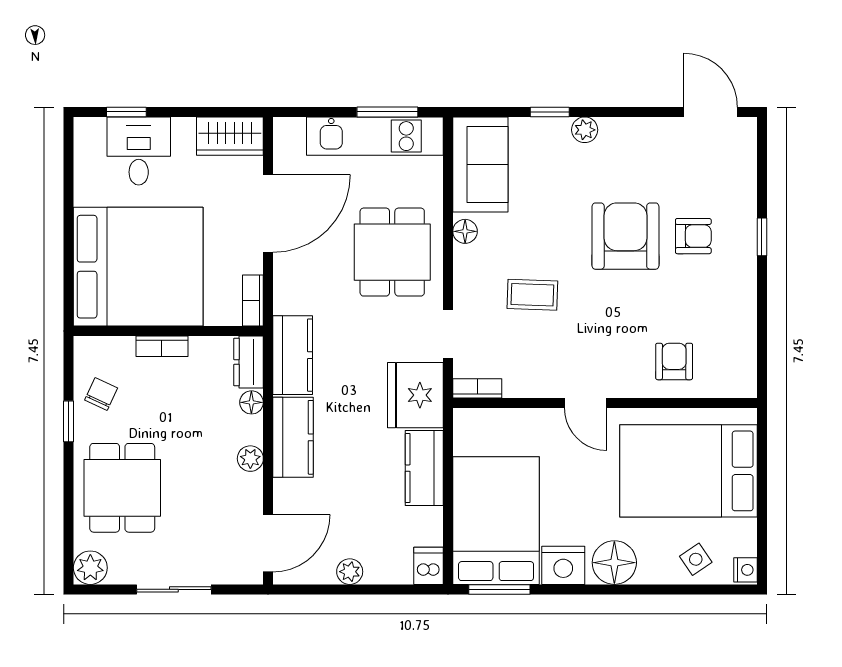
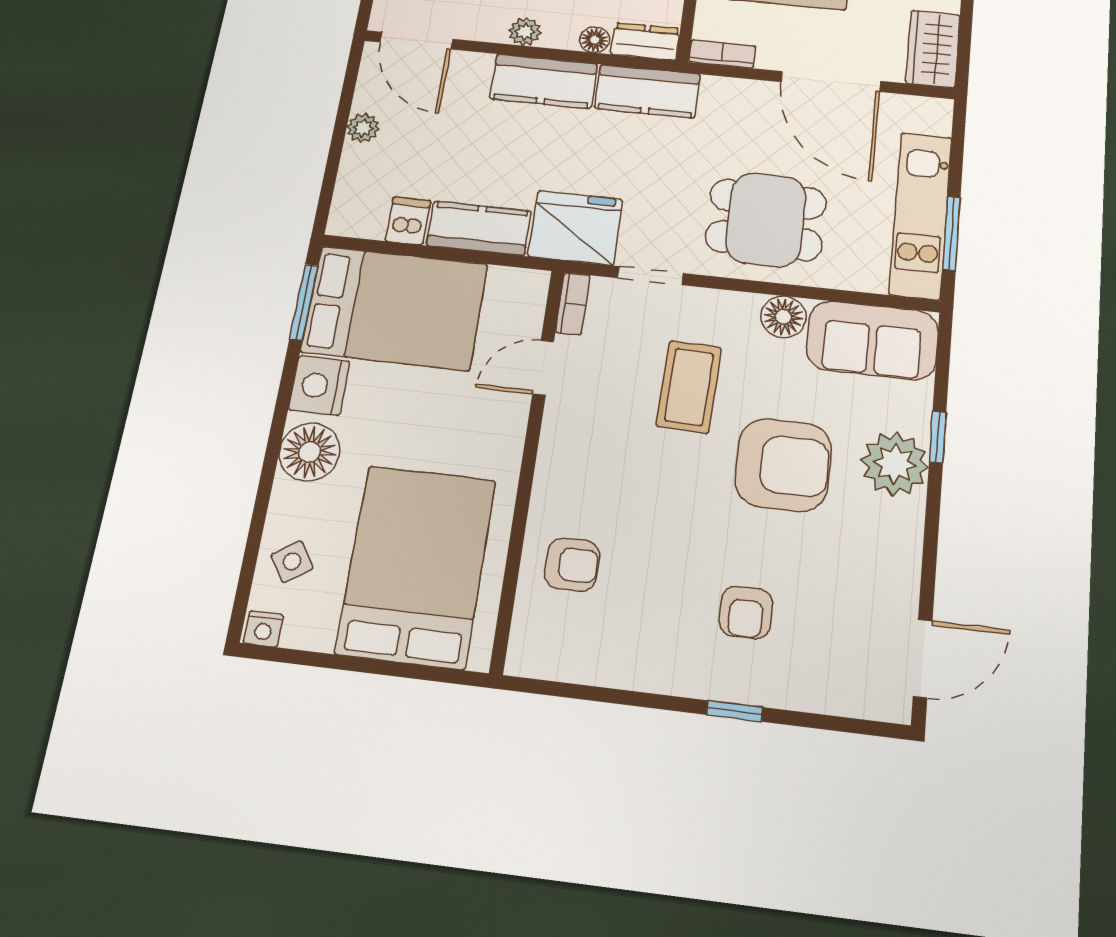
plant: (585, 130) -> (895, 464), width x1.88, depth x1.88
floor lamp: (465, 231) -> (783, 317), width x1.37, depth x1.37
armchair: (625, 236) -> (783, 465), moved
coffee table: (532, 295) -> (689, 387), width x1.36, depth x1.30
door: (586, 403) -> (543, 368), moved
dishwasher: (429, 566) -> (408, 221), moved, turned -90

